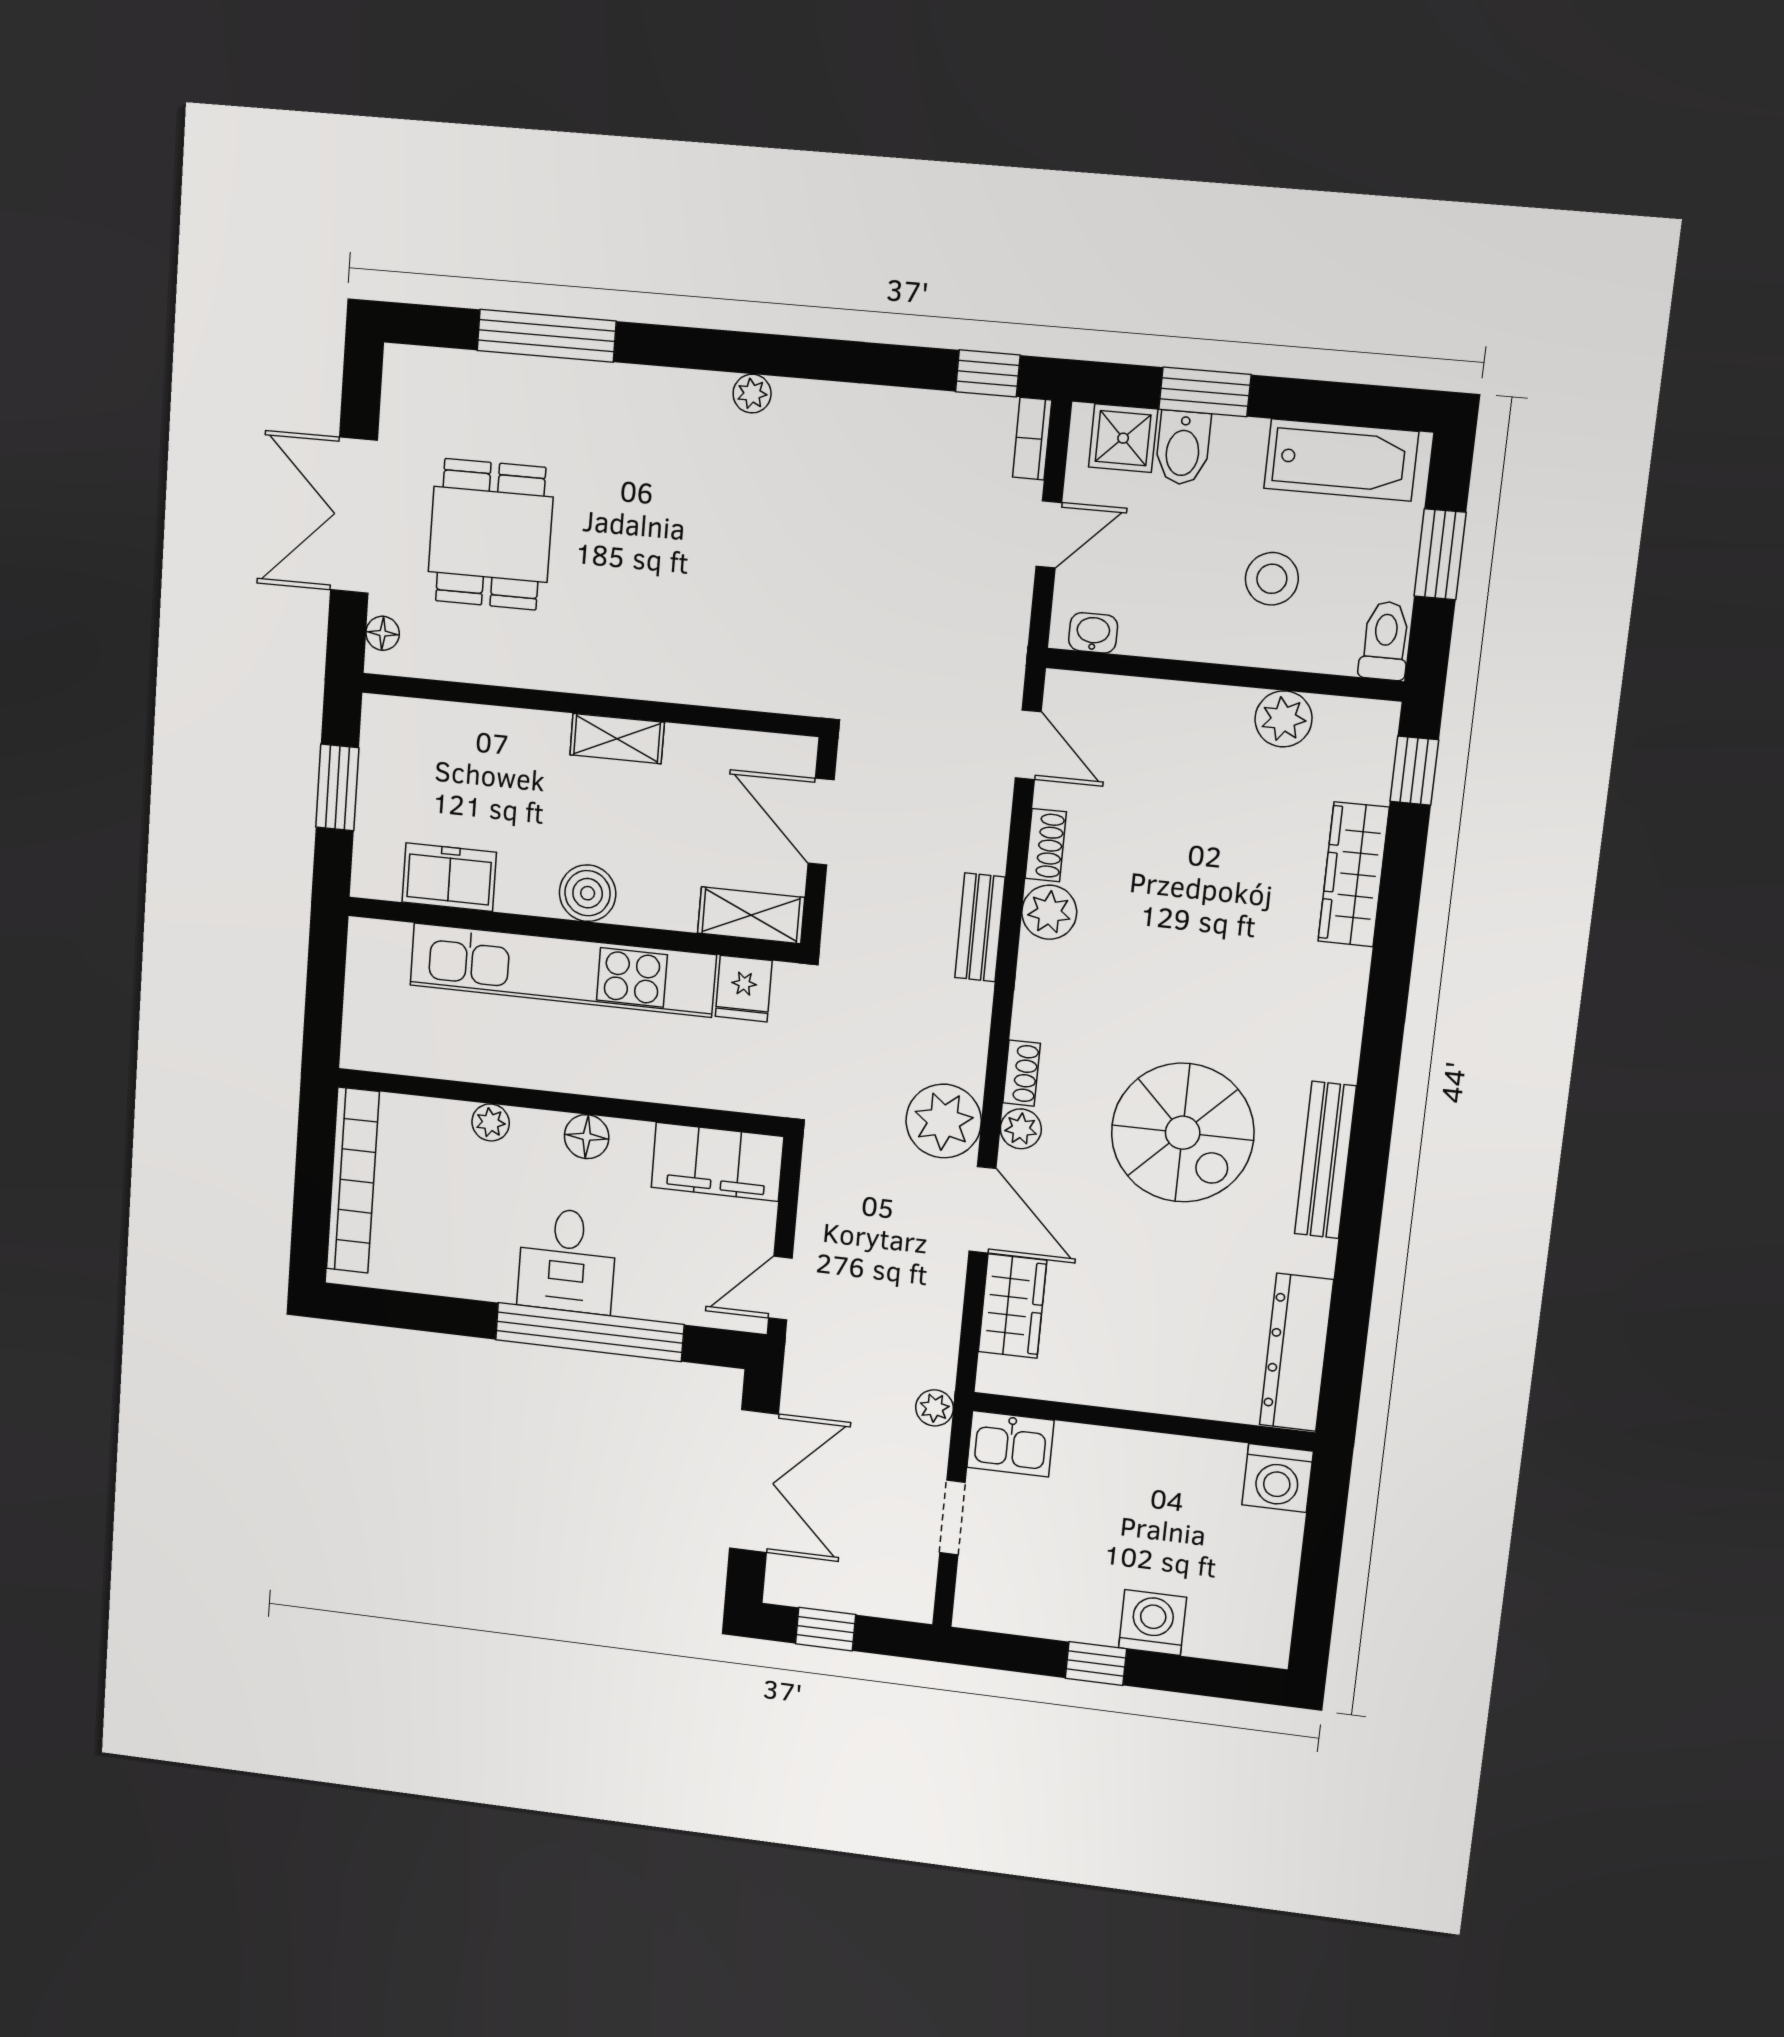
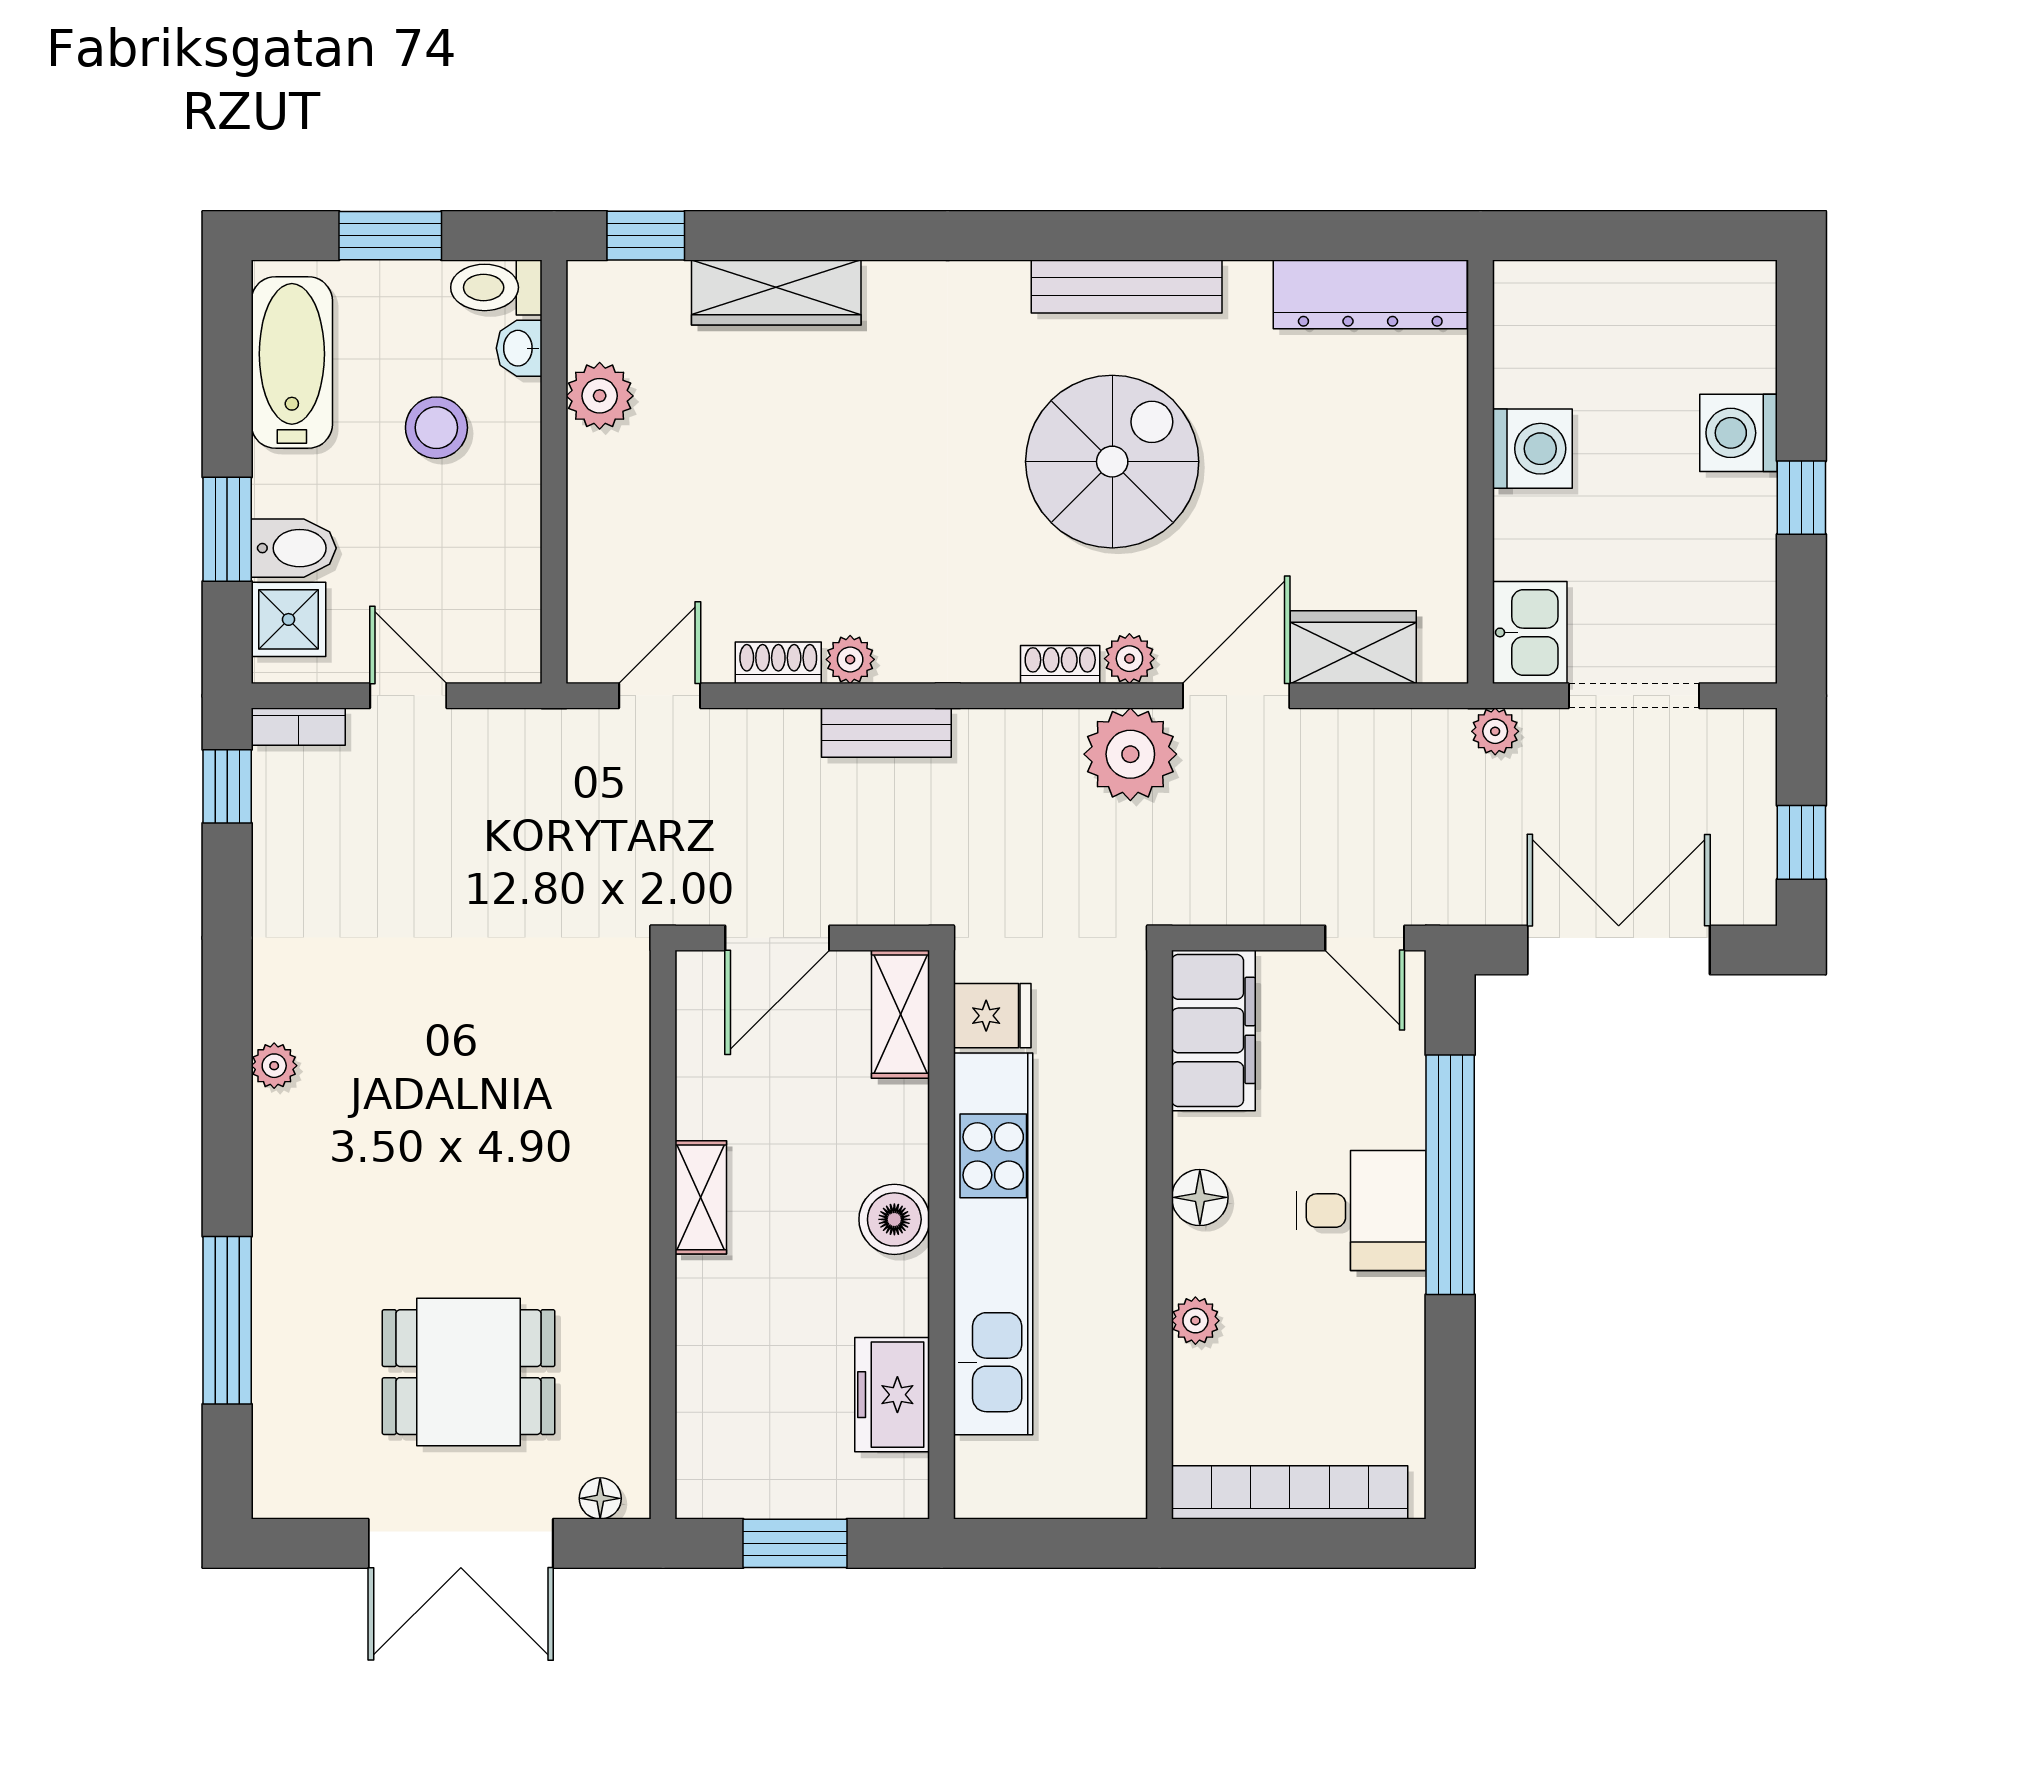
washbasin: (1093, 633) -> (519, 348), moved
plant: (1049, 912) -> (850, 659), width x0.73, depth x0.73
washing machine: (1277, 1478) -> (1532, 449), moved
doorway: (952, 1517) -> (1634, 696), width x1.38

